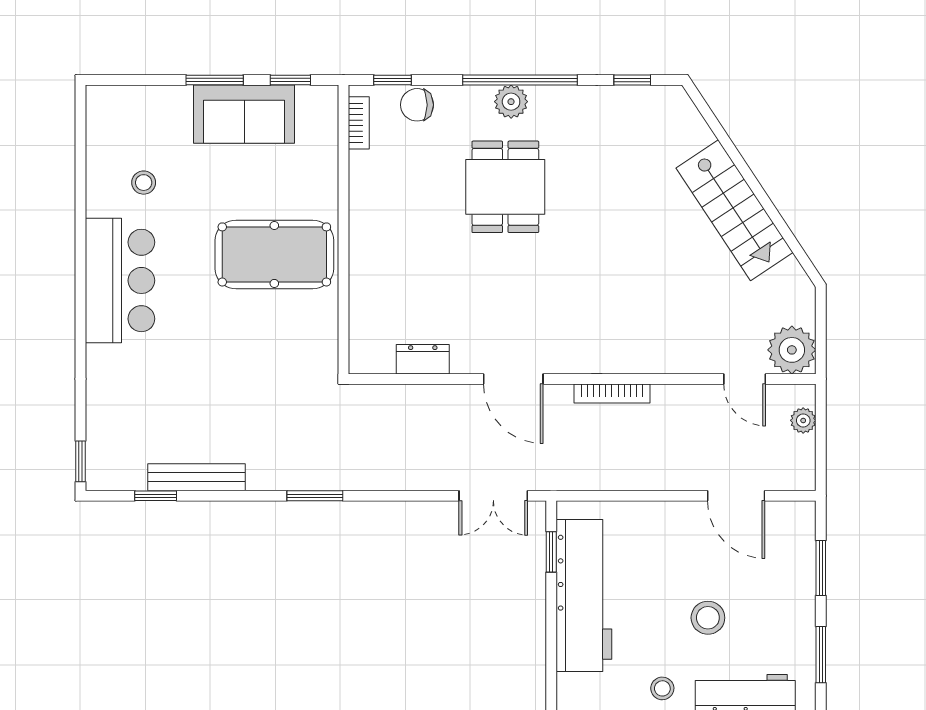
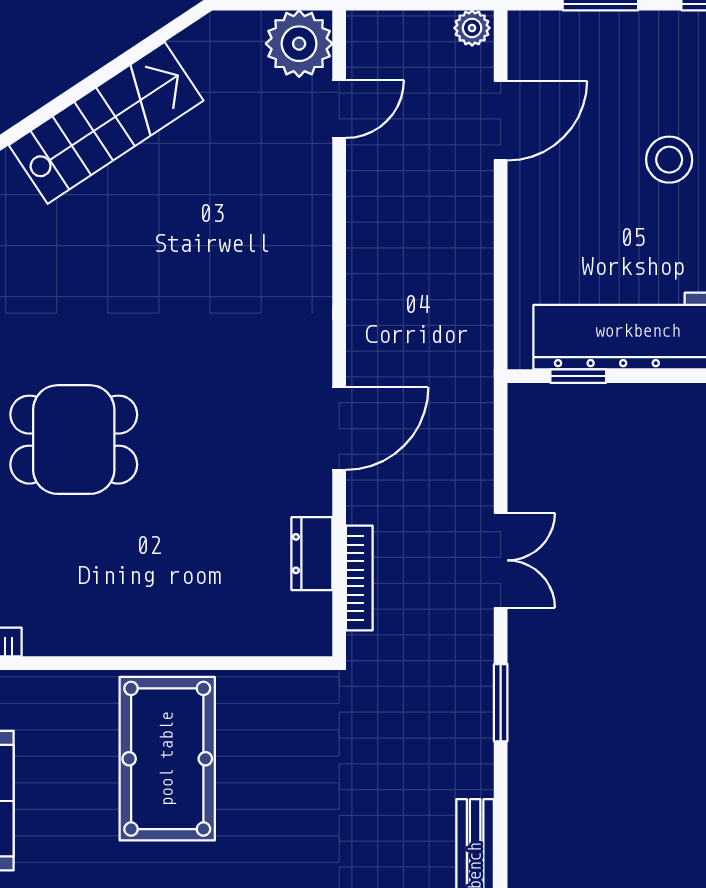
bookcase: (612, 393) -> (359, 578), moved
plant: (803, 420) -> (472, 28), moved
double door: (493, 496) -> (501, 560), moved

